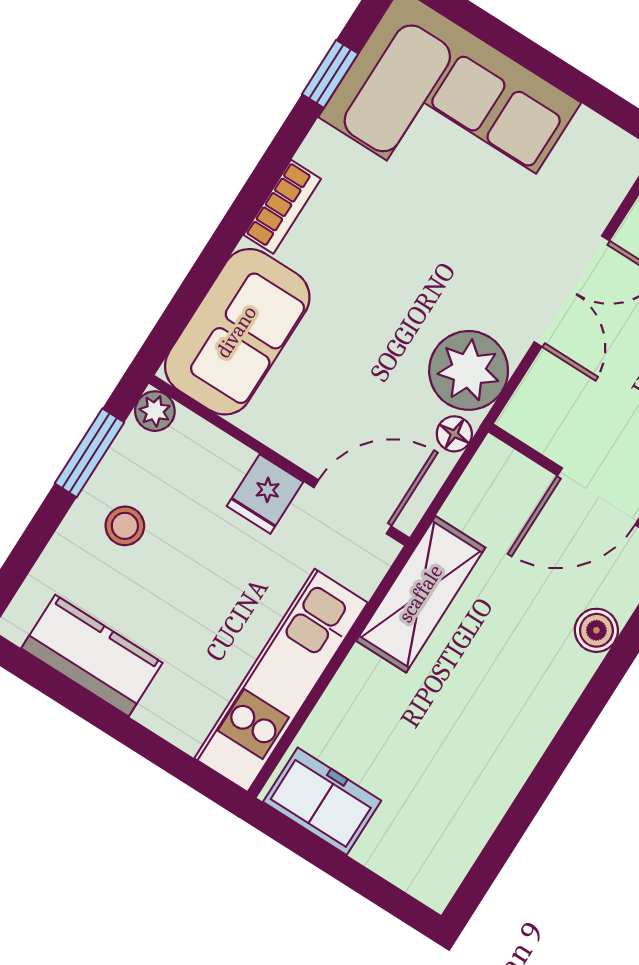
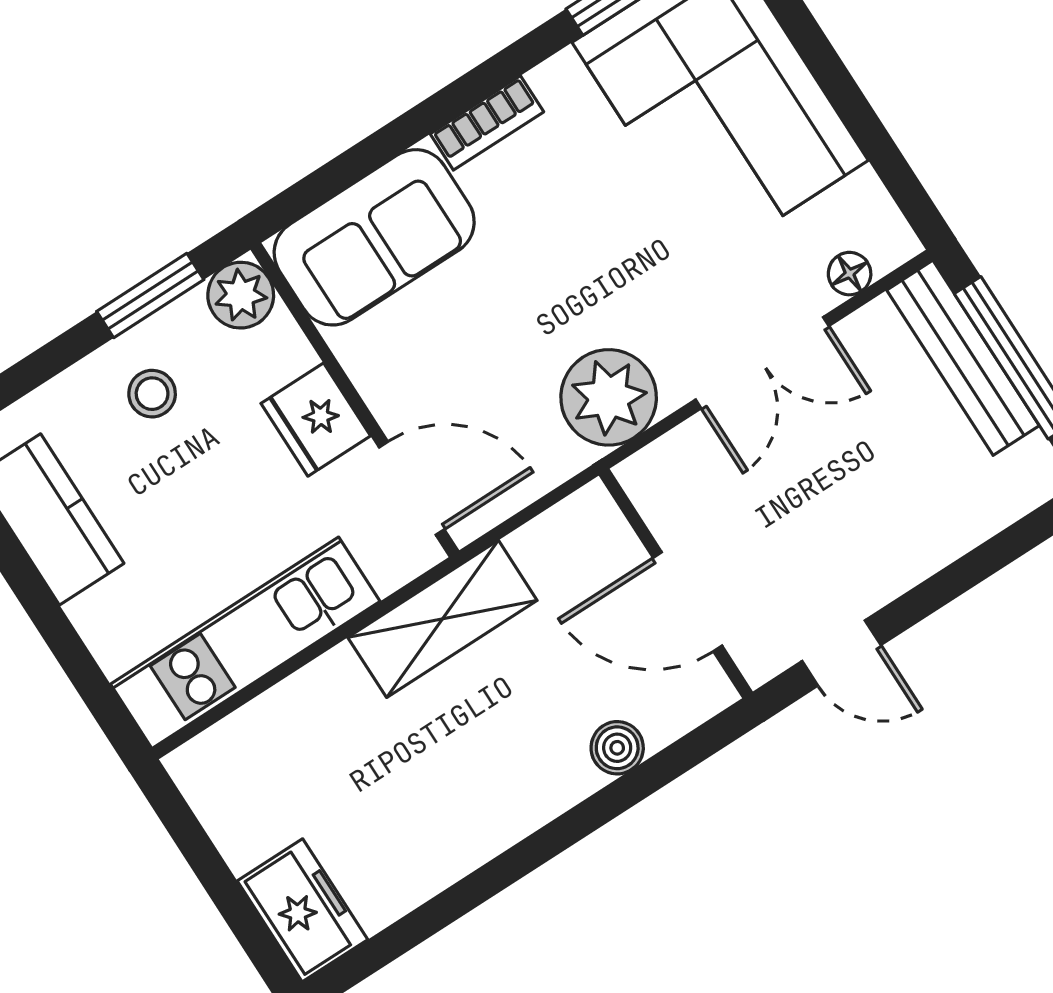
plant: (155, 411) -> (241, 295), width x1.38, depth x1.38
floor lamp: (454, 434) -> (850, 274), moved
fridge: (265, 494) -> (316, 420), width x1.38
freezer: (322, 801) -> (302, 910), moved

